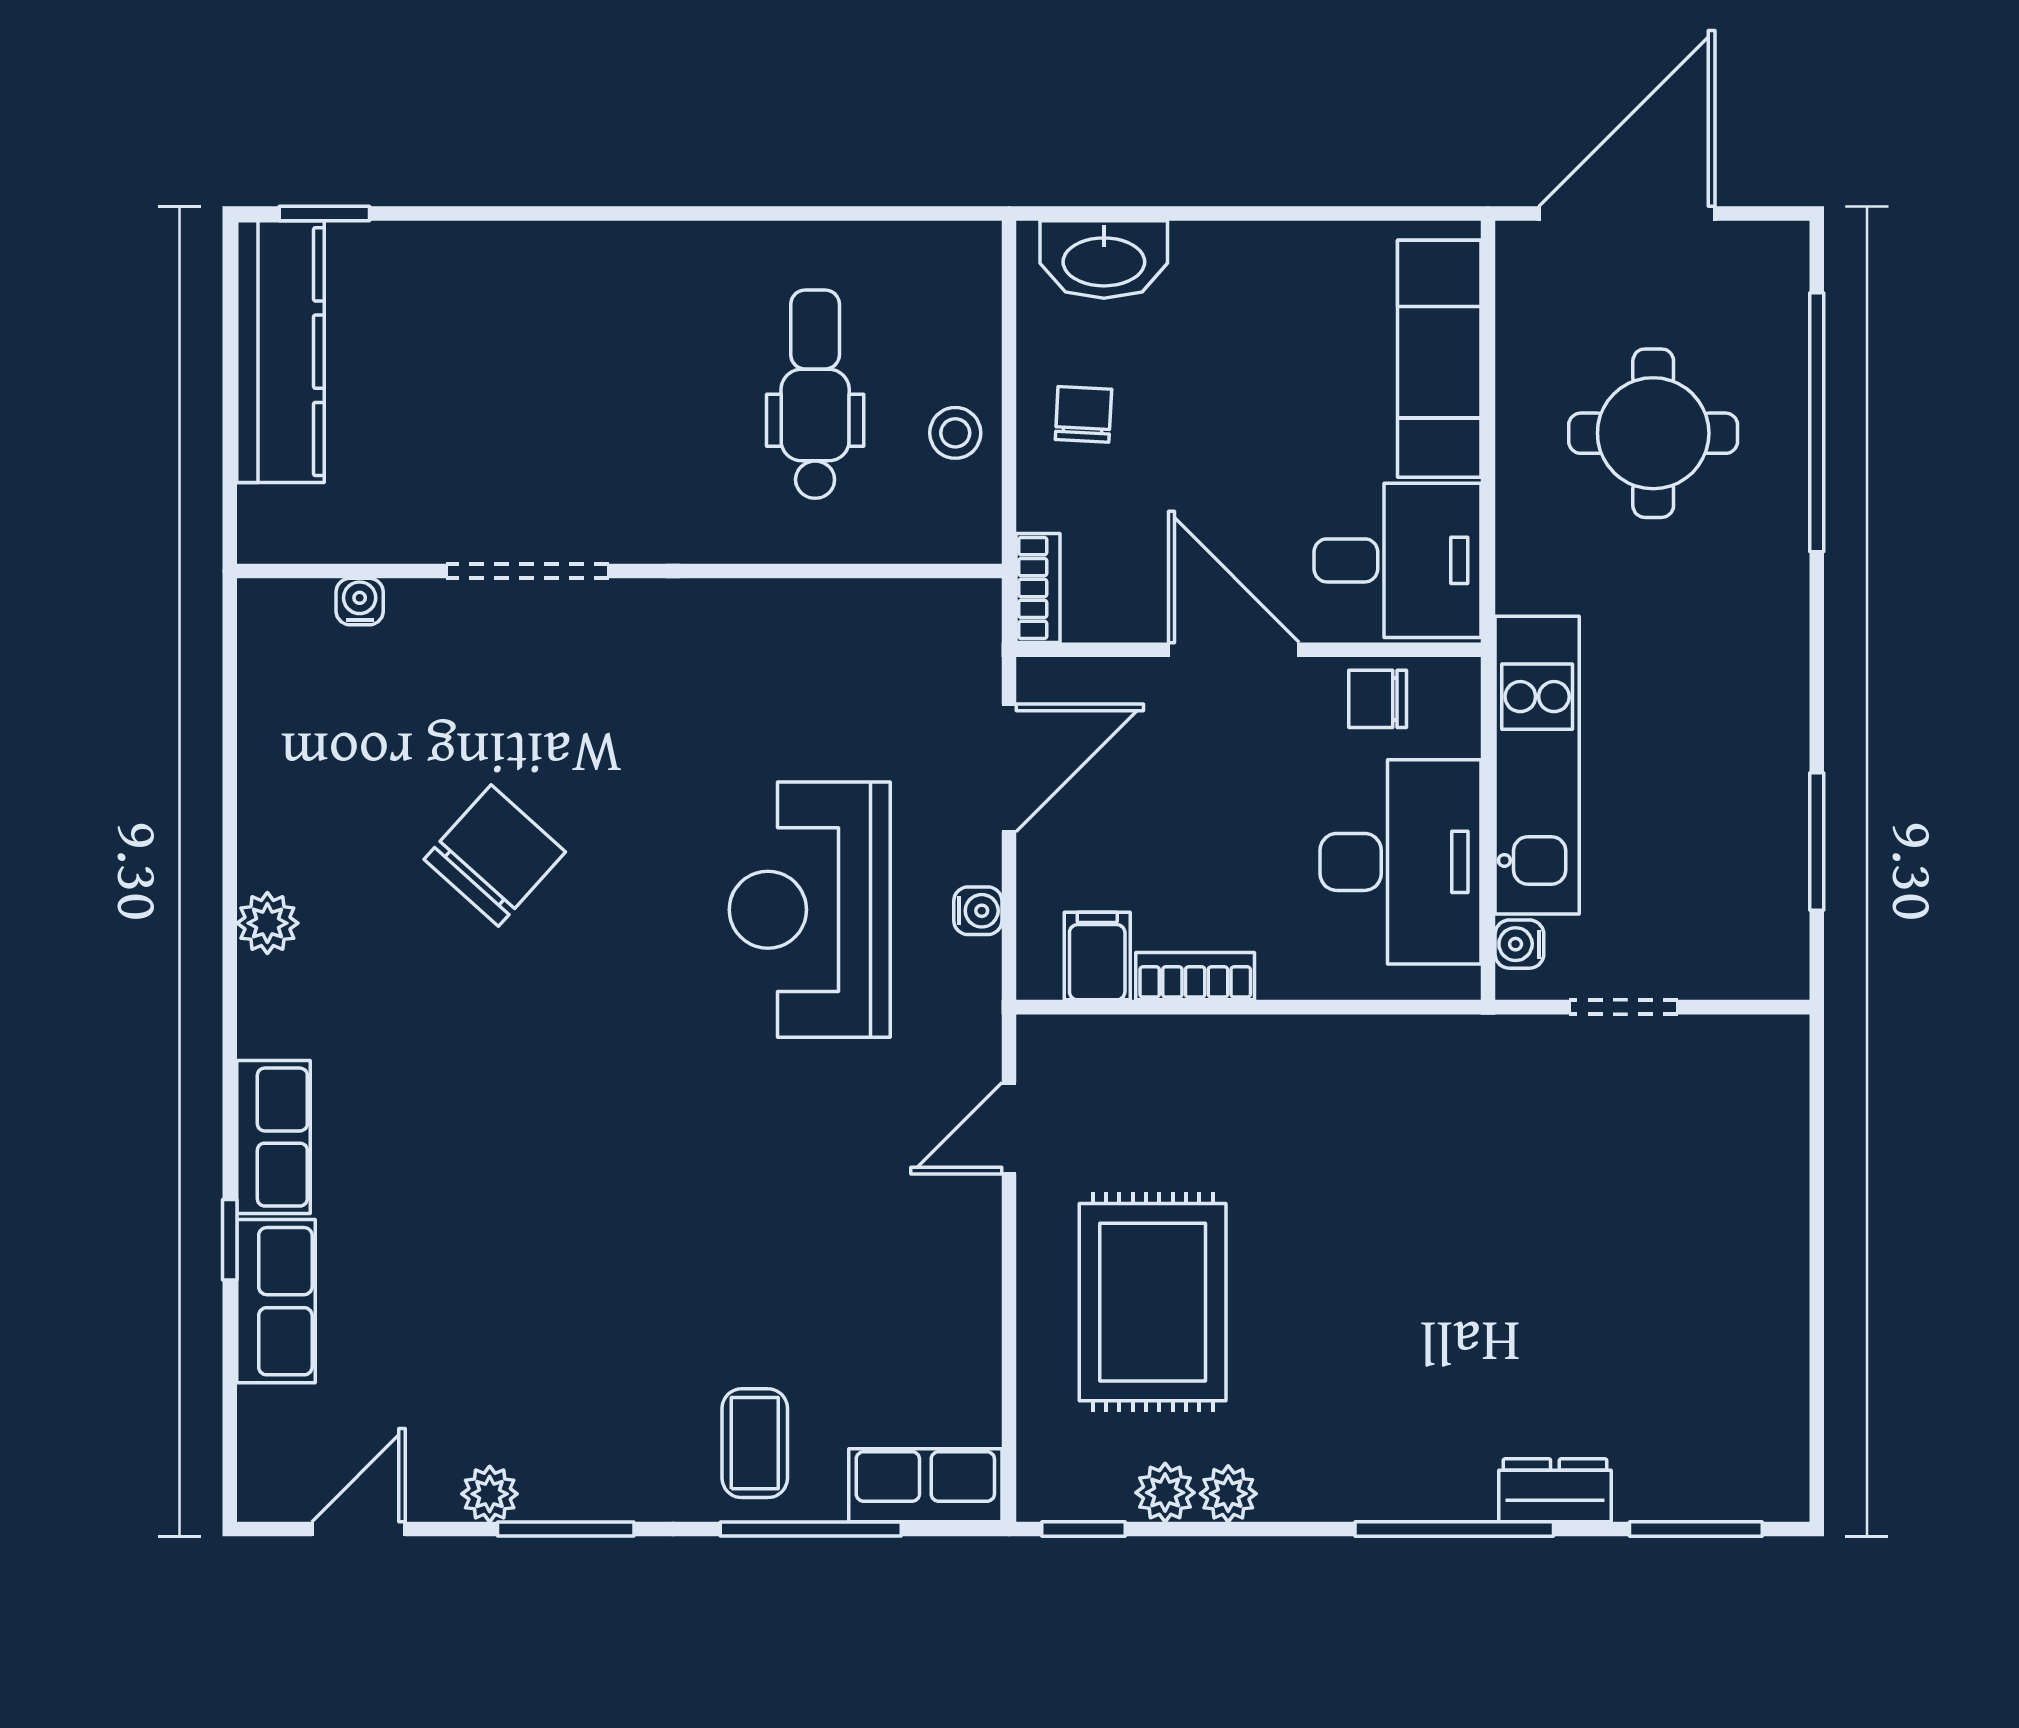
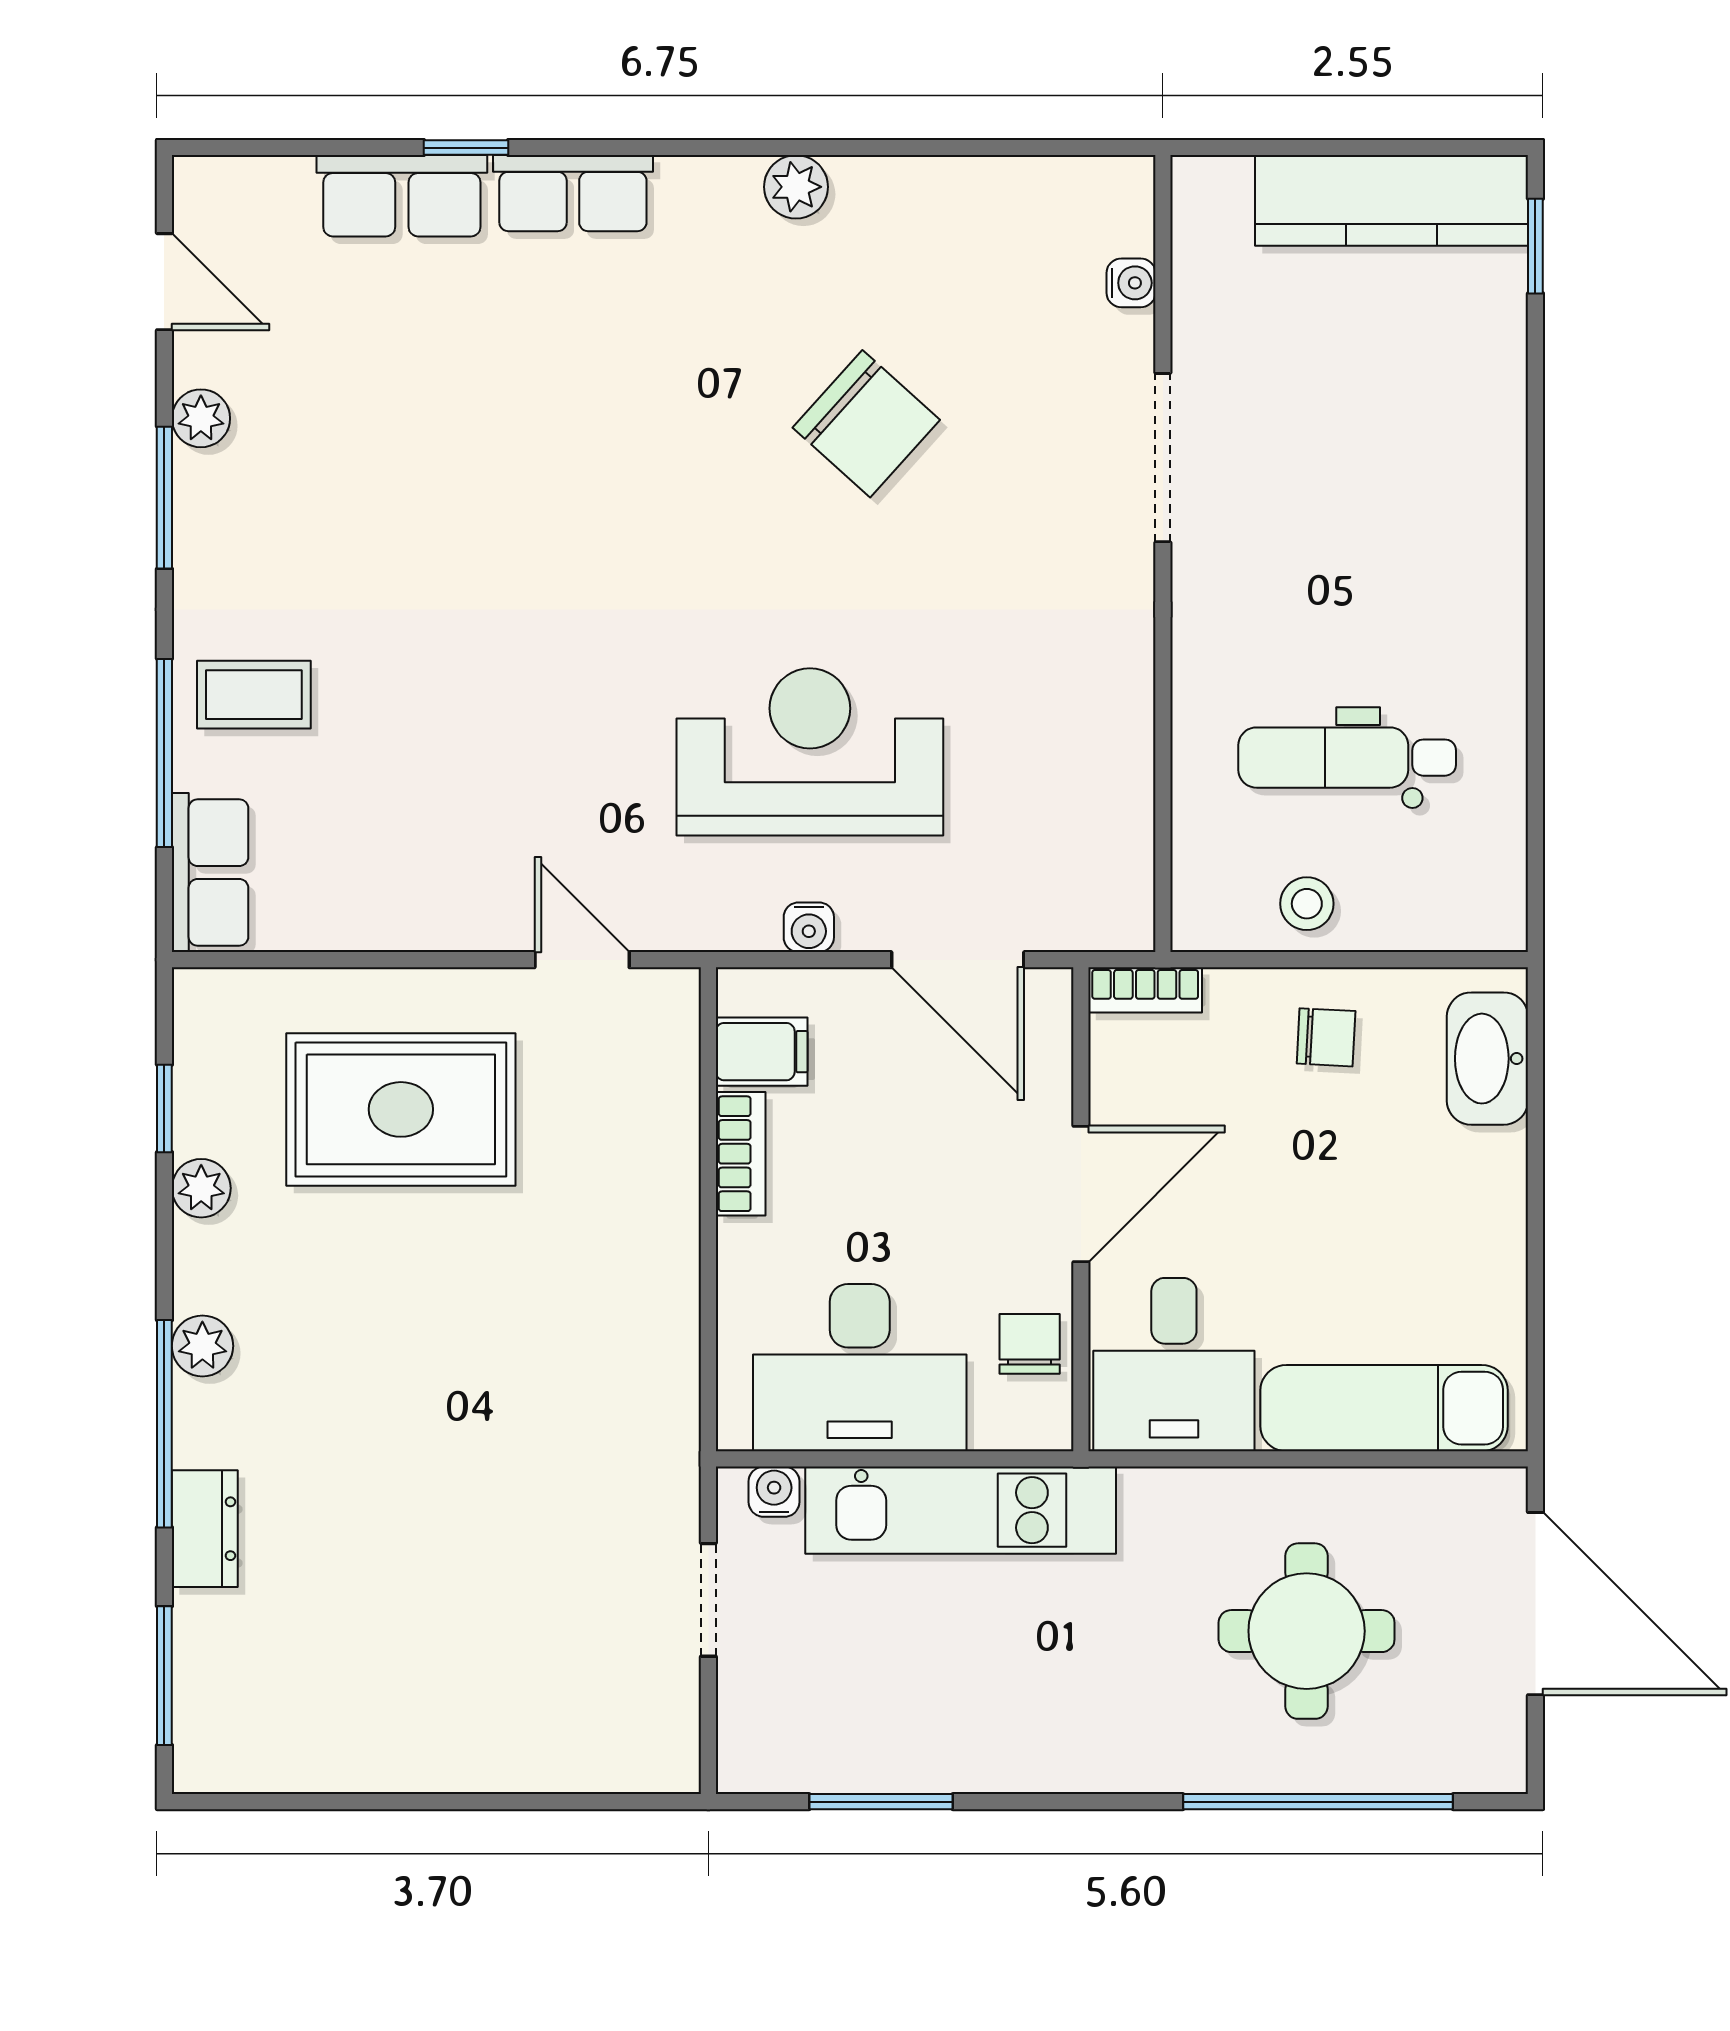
dental chair: (815, 394) -> (1347, 758), turned 180
plant: (1165, 1493) -> (202, 1346), moved
window: (1083, 1529) -> (164, 1108), moved

